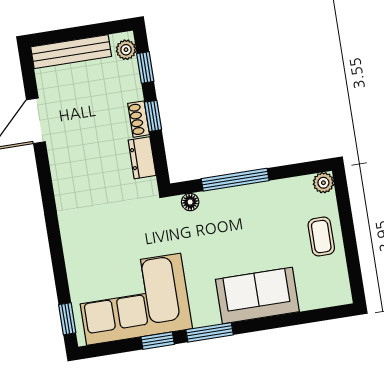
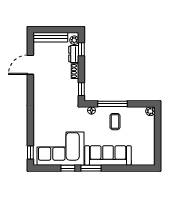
window: (153, 116) -> (81, 89), moved
dresser: (142, 158) -> (74, 54), moved
coffee table: (321, 237) -> (115, 122), moved
sofa: (257, 296) -> (108, 155), width x1.36

